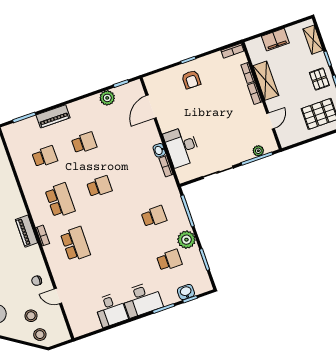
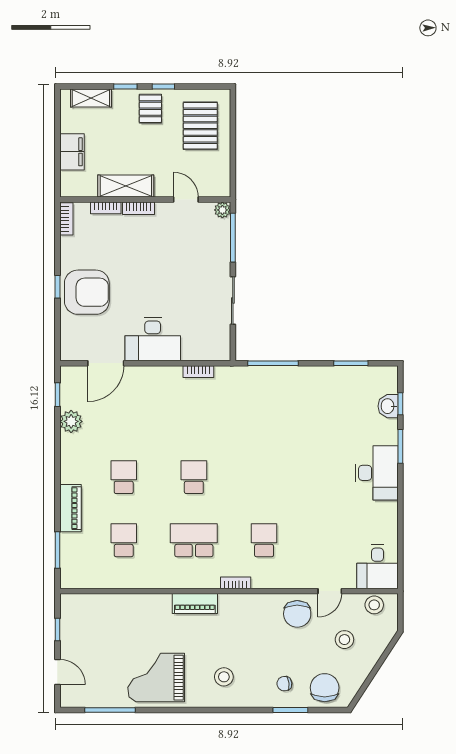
armchair: (191, 79) -> (87, 292), width x1.88, depth x1.88
pallet: (319, 79) -> (150, 109), turned 90
door: (151, 107) -> (106, 363), hinge flipped
desk: (182, 147) -> (153, 339), moved
washbasin: (159, 150) -> (172, 373), removed
plant: (258, 151) -> (222, 210), moved
school desk: (154, 216) -> (264, 414), removed
piano: (27, 231) -> (195, 604), moved
plant: (186, 240) -> (313, 379), removed
school desk: (75, 244) -> (264, 540), width x0.54
school desk: (169, 260) -> (334, 414), removed
chair: (37, 281) -> (297, 614), width x1.87, depth x1.87
desk: (111, 310) -> (378, 567), moved, turned 90
stool: (40, 335) -> (374, 605), moved

